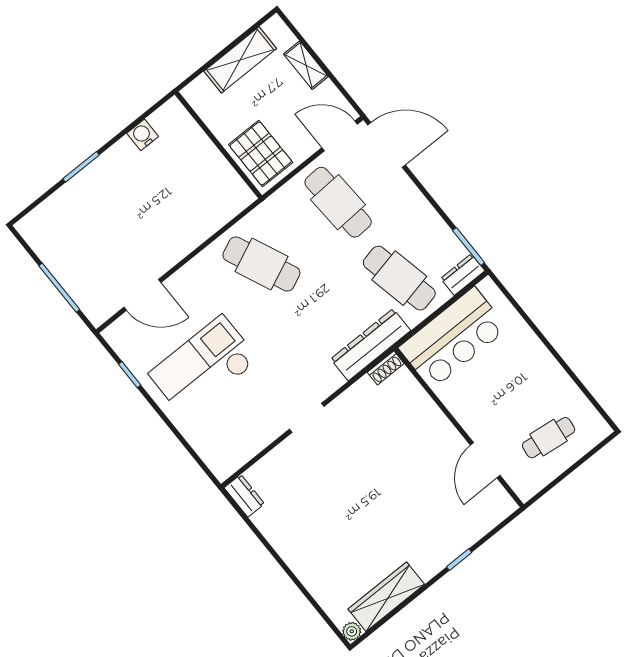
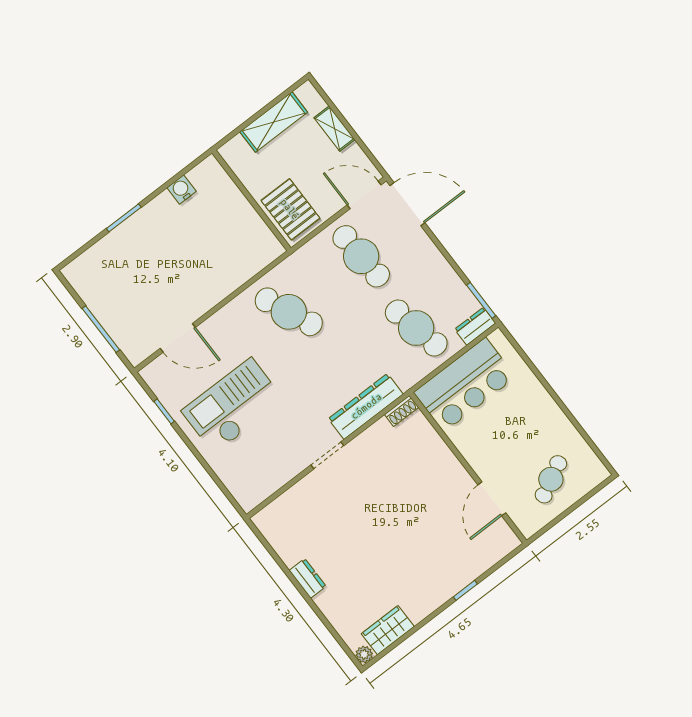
dresser: (371, 345) -> (366, 406), moved
cafe table: (549, 438) -> (551, 479), turned -35
dresser: (244, 496) -> (308, 578), moved
wardrobe: (386, 597) -> (388, 630), width x0.67

